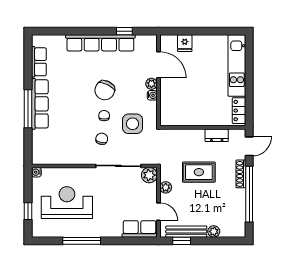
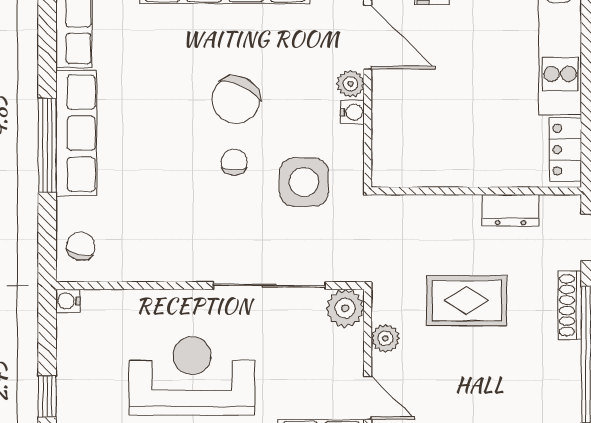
chair: (102, 139) -> (81, 246), moved
reception desk: (67, 203) -> (192, 376), moved

